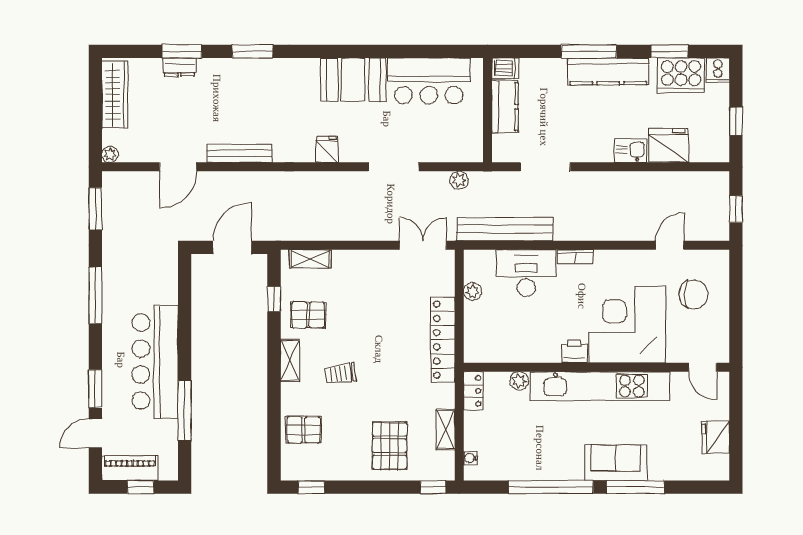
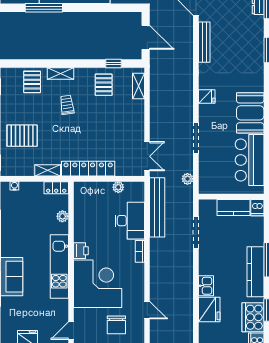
shelving: (290, 360) -> (61, 73), moved
kitchen unit: (600, 386) -> (59, 267), width x0.73
shelving: (446, 430) -> (48, 170), moved

